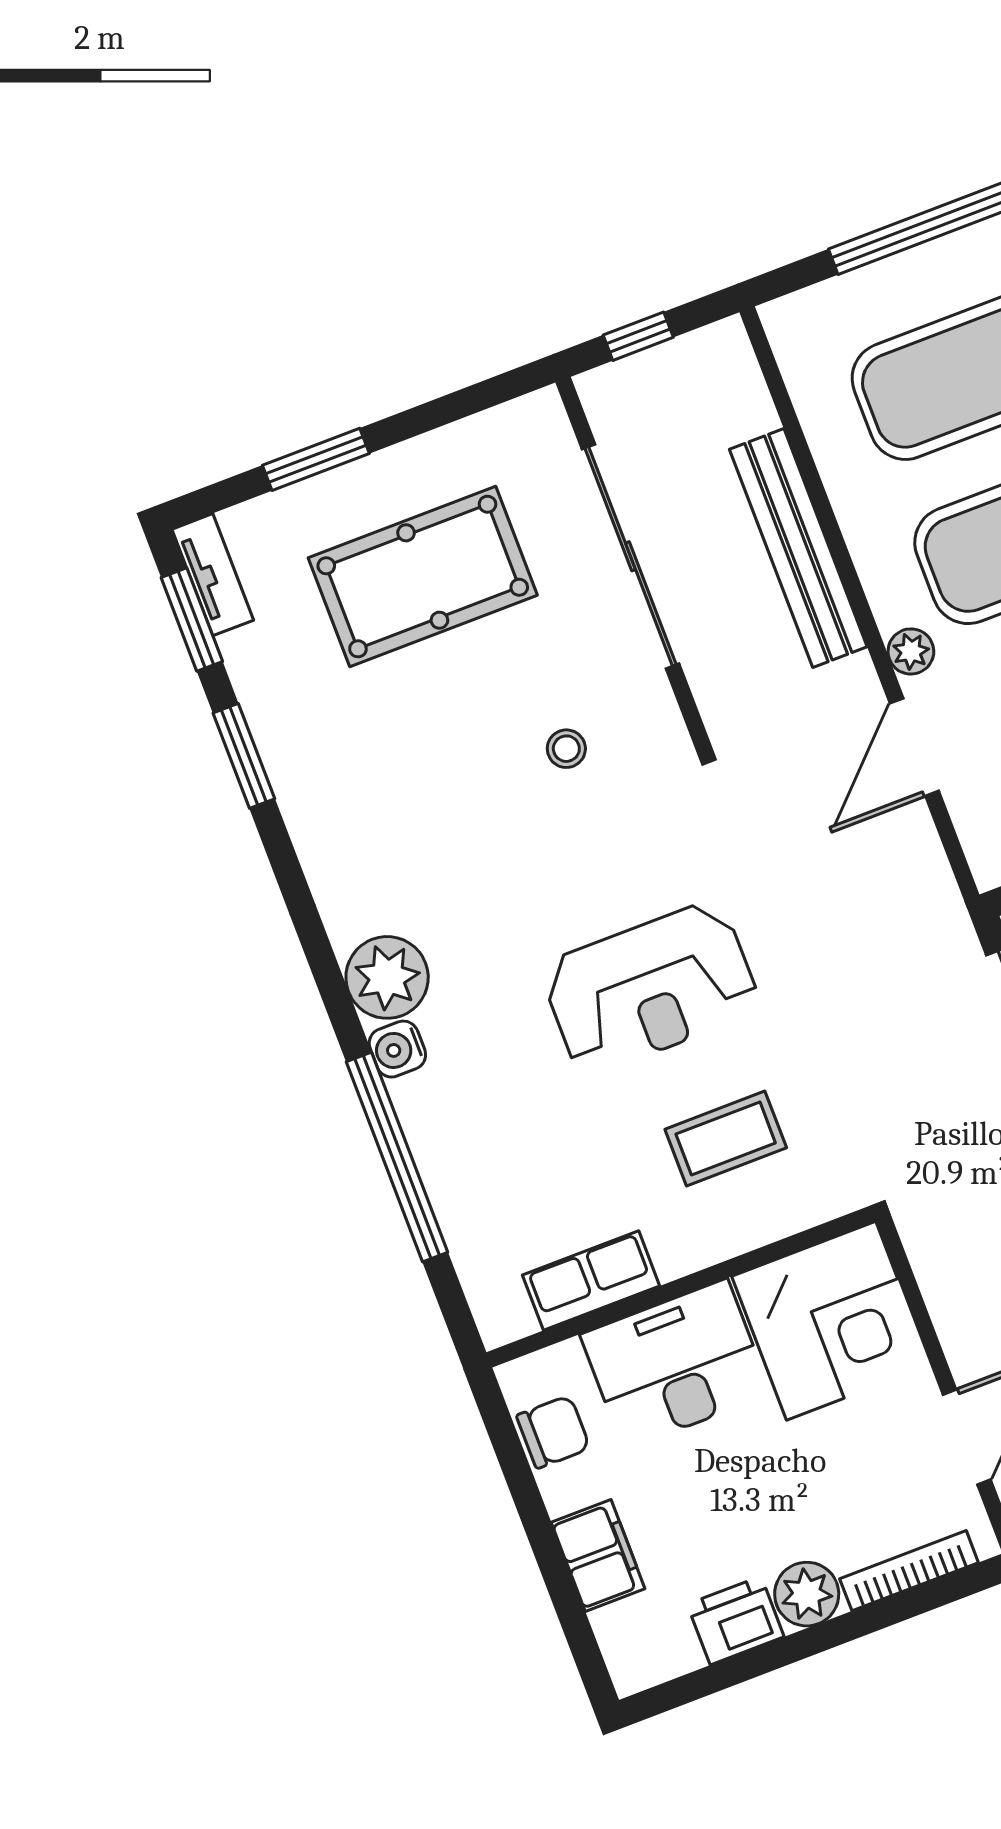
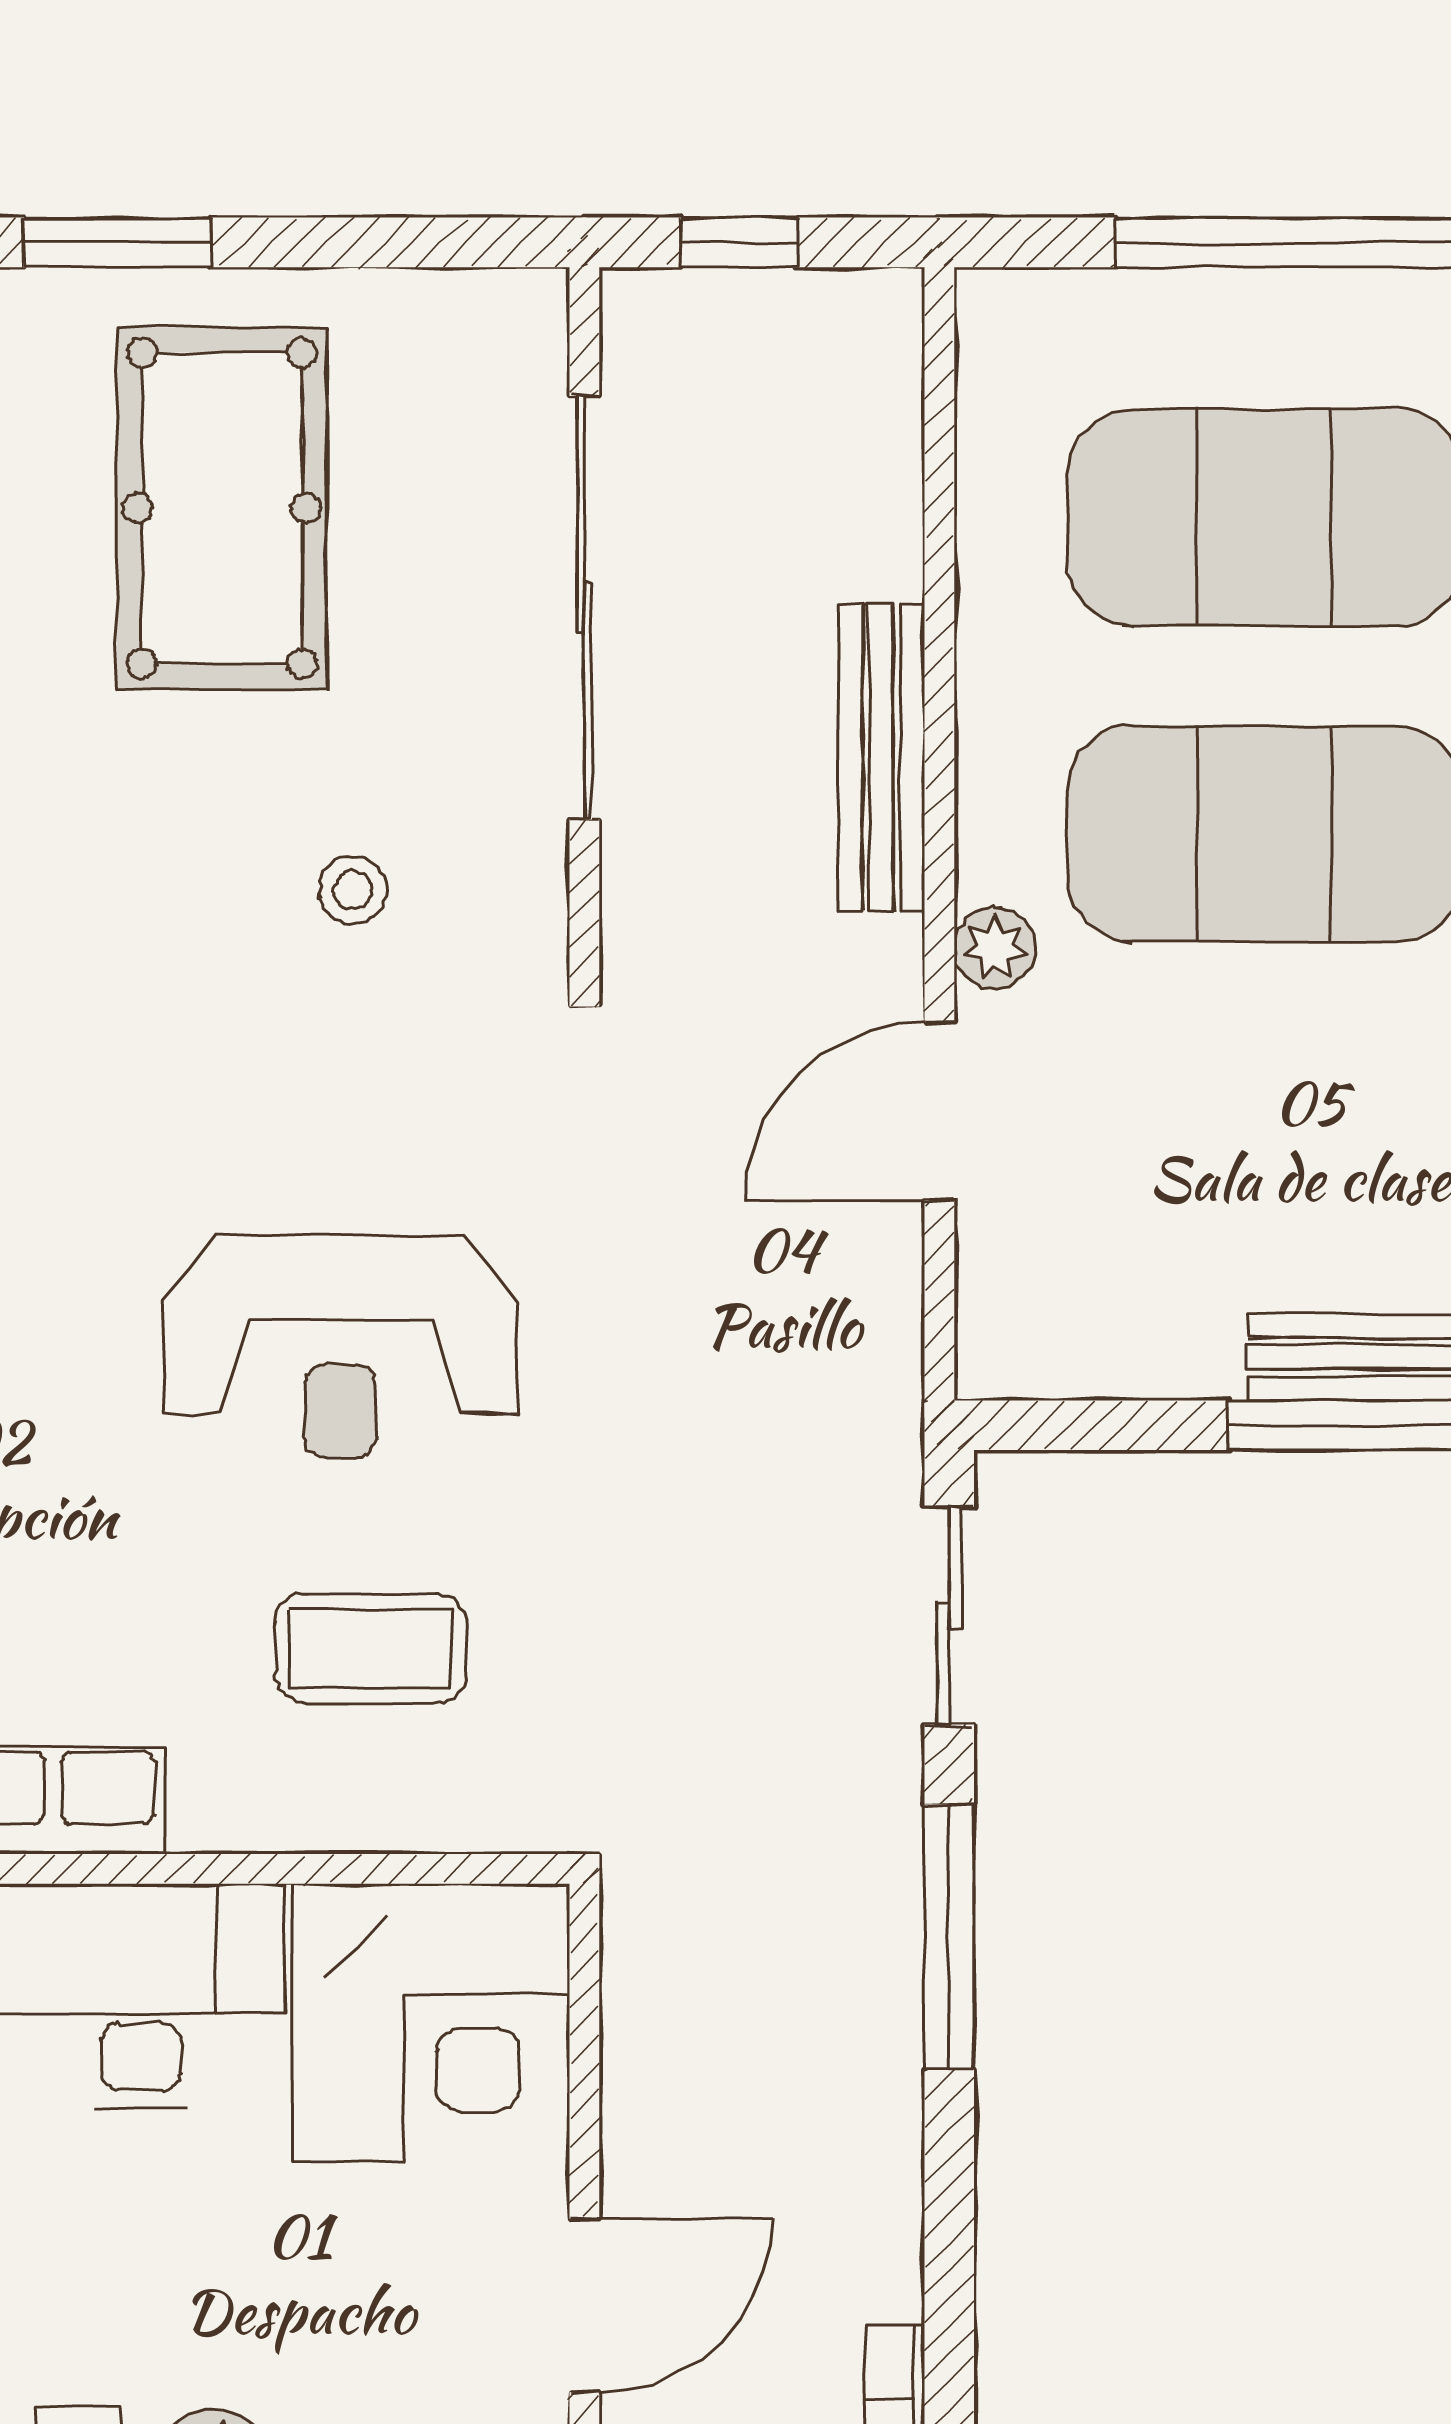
bench: (798, 548) -> (881, 758), width x0.73, depth x0.82
pool table: (423, 577) -> (222, 508), turned 90

